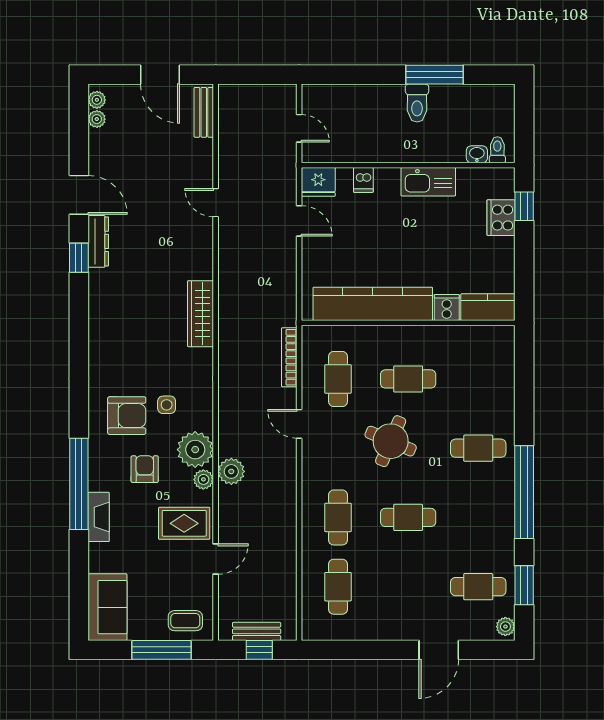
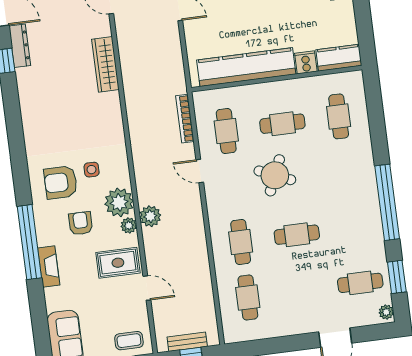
wardrobe: (200, 314) -> (105, 64), moved
armchair: (127, 416) -> (61, 182), turned 180
cafe table: (478, 448) -> (339, 116), moved, turned 90
door: (216, 559) -> (147, 288), hinge flipped

